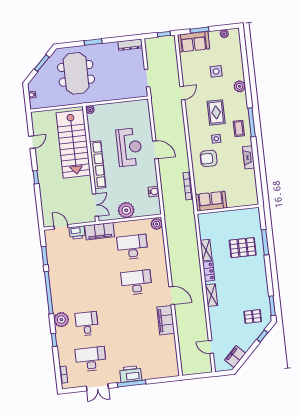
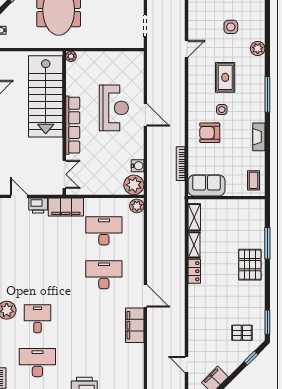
coffee table: (239, 128) -> (254, 180), moved
plant: (126, 210) -> (134, 185), moved
pallet: (243, 248) -> (250, 265), moved, turned 90
shelving: (211, 295) -> (194, 217), moved

